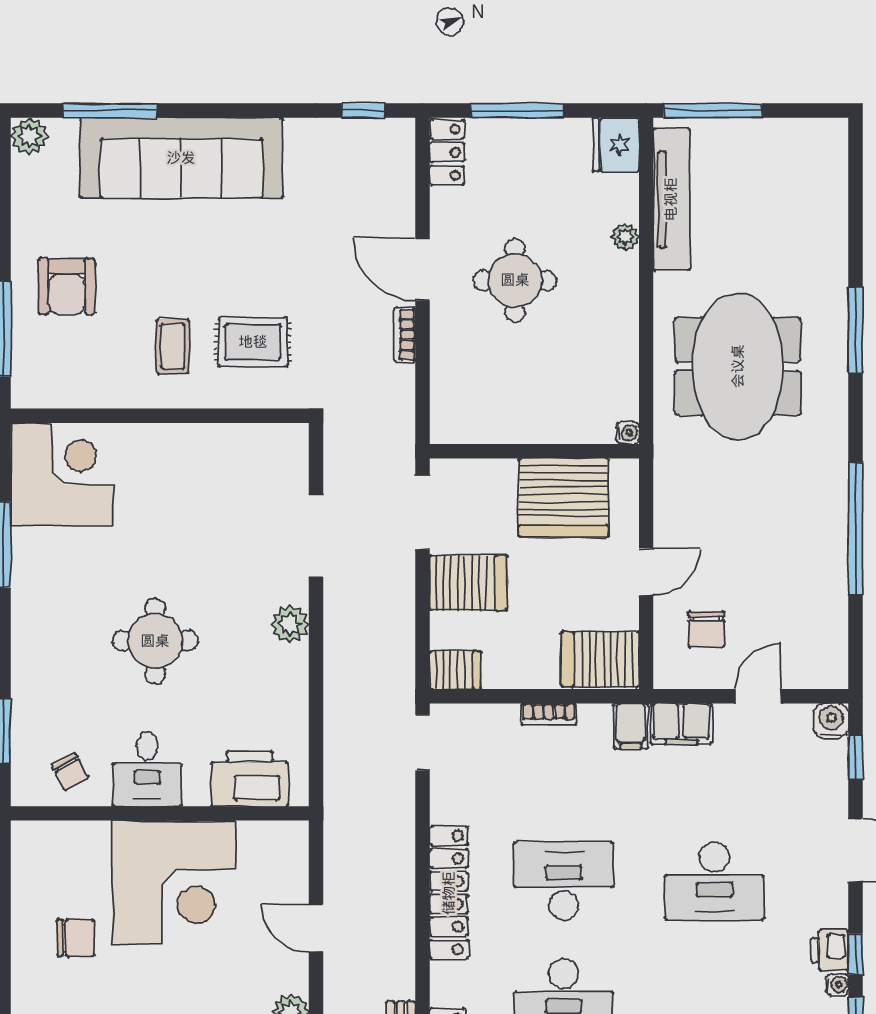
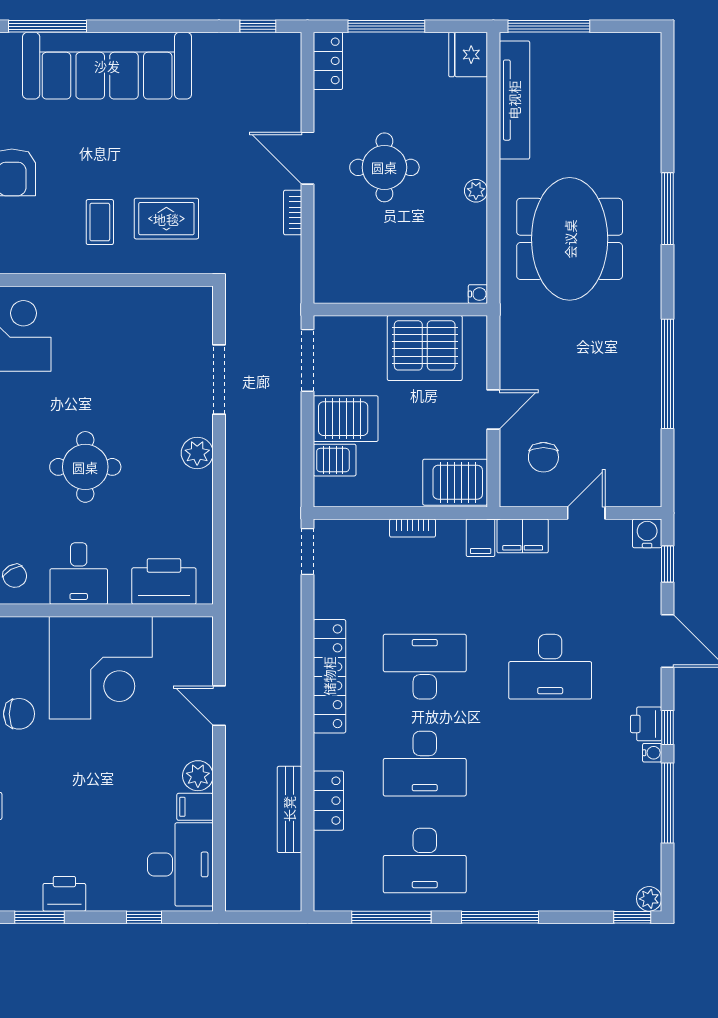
plant: (625, 237) -> (476, 191), moved
server rack: (455, 670) -> (335, 460), moved

